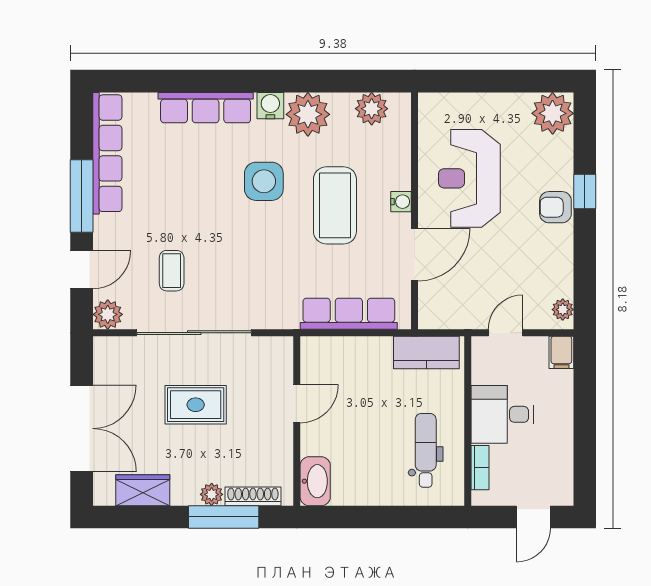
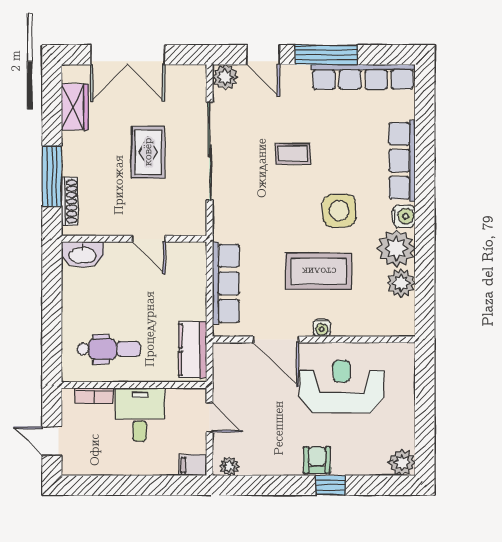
plant: (372, 109) -> (401, 283), moved
plant: (553, 113) -> (402, 462), width x0.73, depth x0.73
coffee table: (172, 271) -> (293, 154), moved
plant: (212, 494) -> (71, 166), removed

